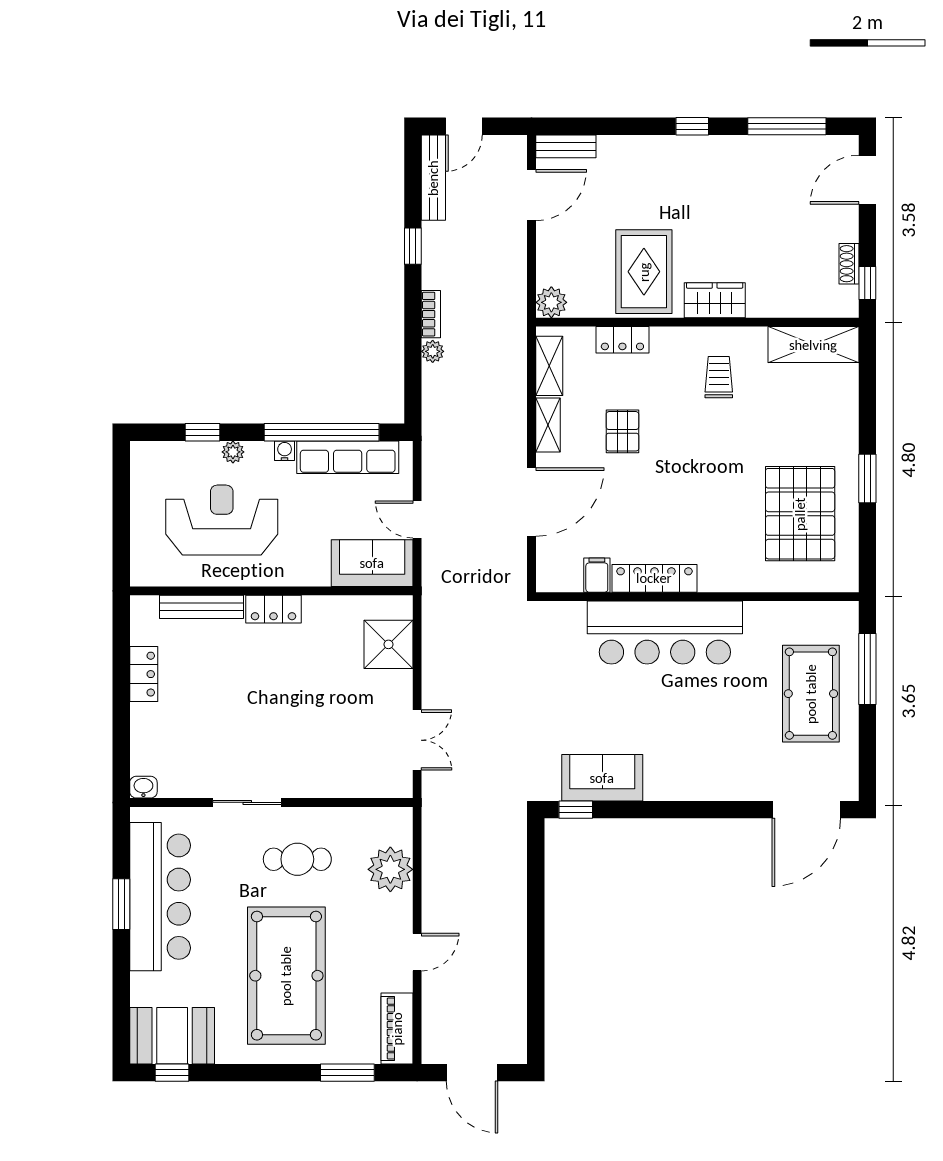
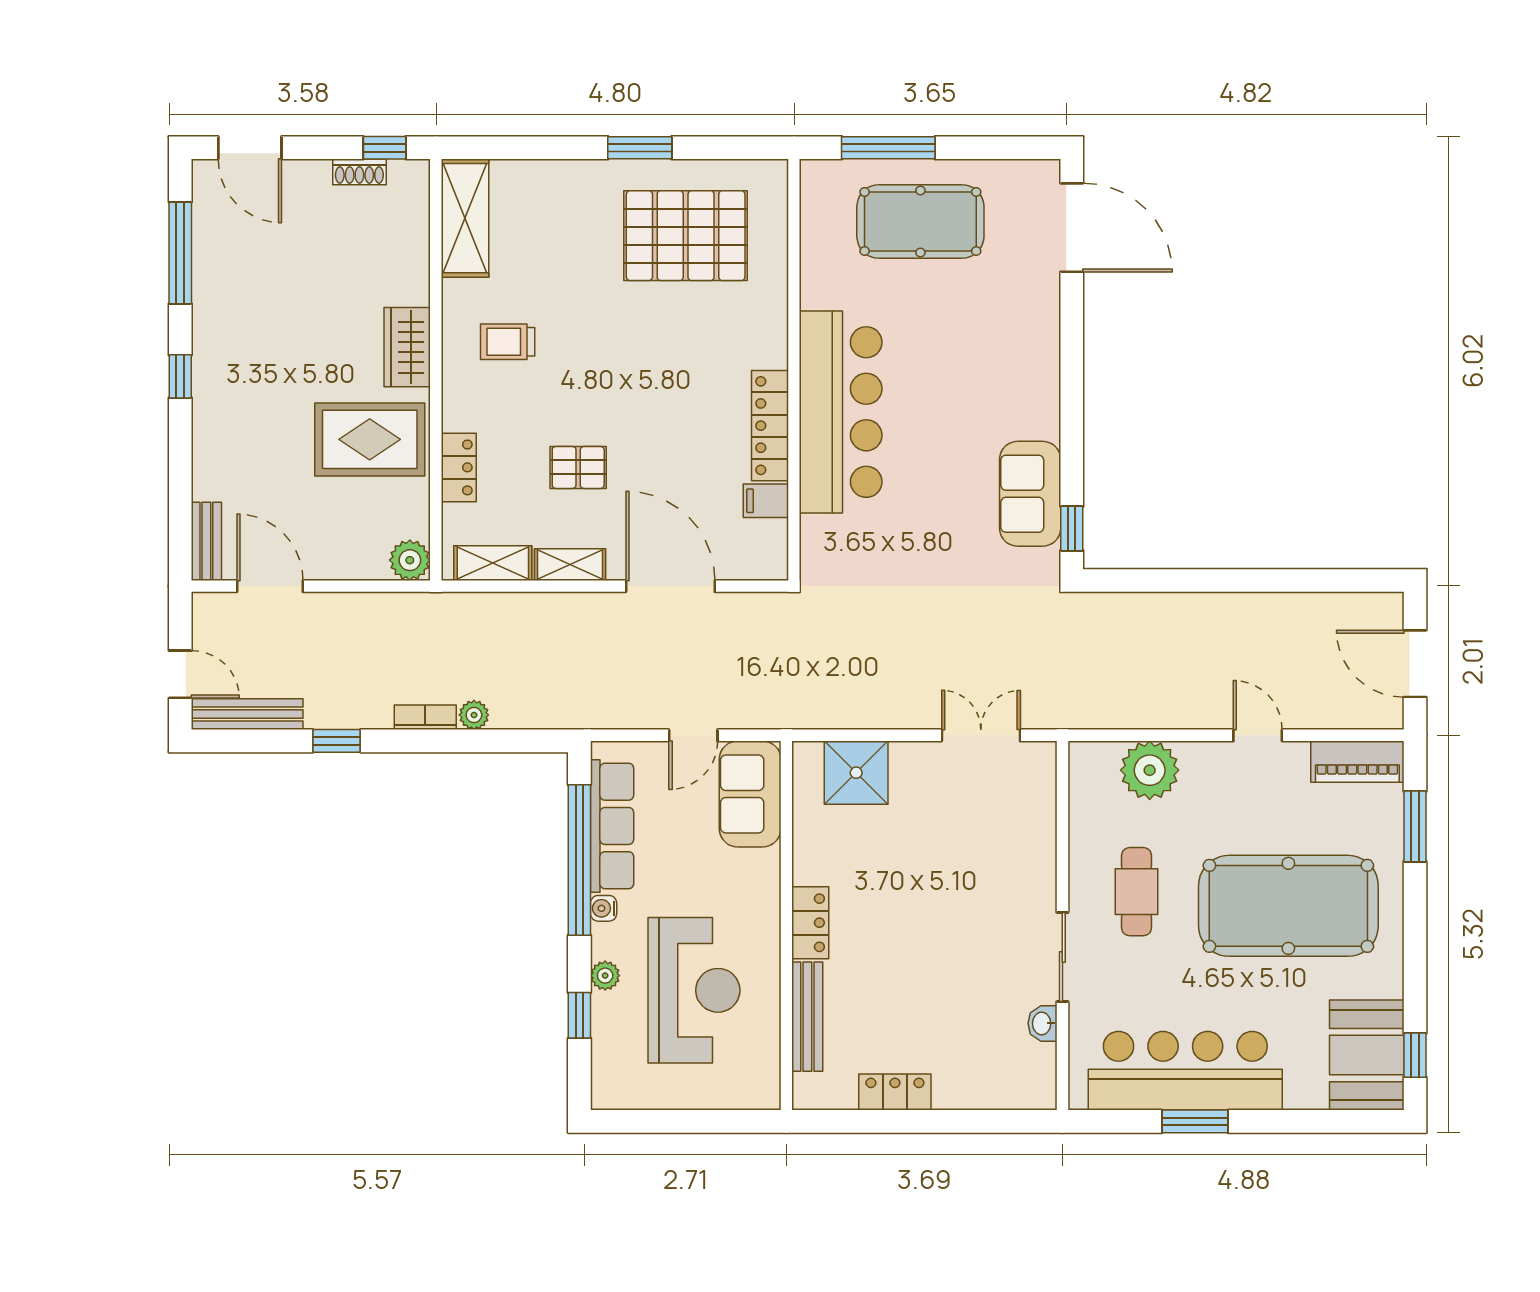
reception desk: (222, 520) -> (694, 990), turned 180
washbasin: (143, 787) -> (1042, 1023), moved
door: (472, 1073) -> (1415, 664), swing flipped

